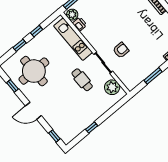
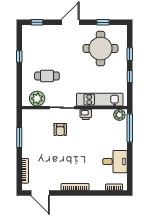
printer: (80, 24) -> (86, 114), moved
cafe table: (82, 80) -> (47, 76), moved

